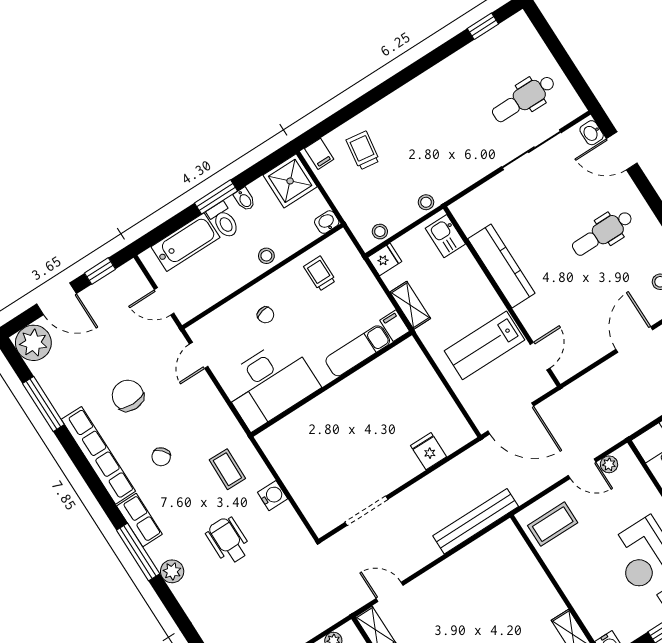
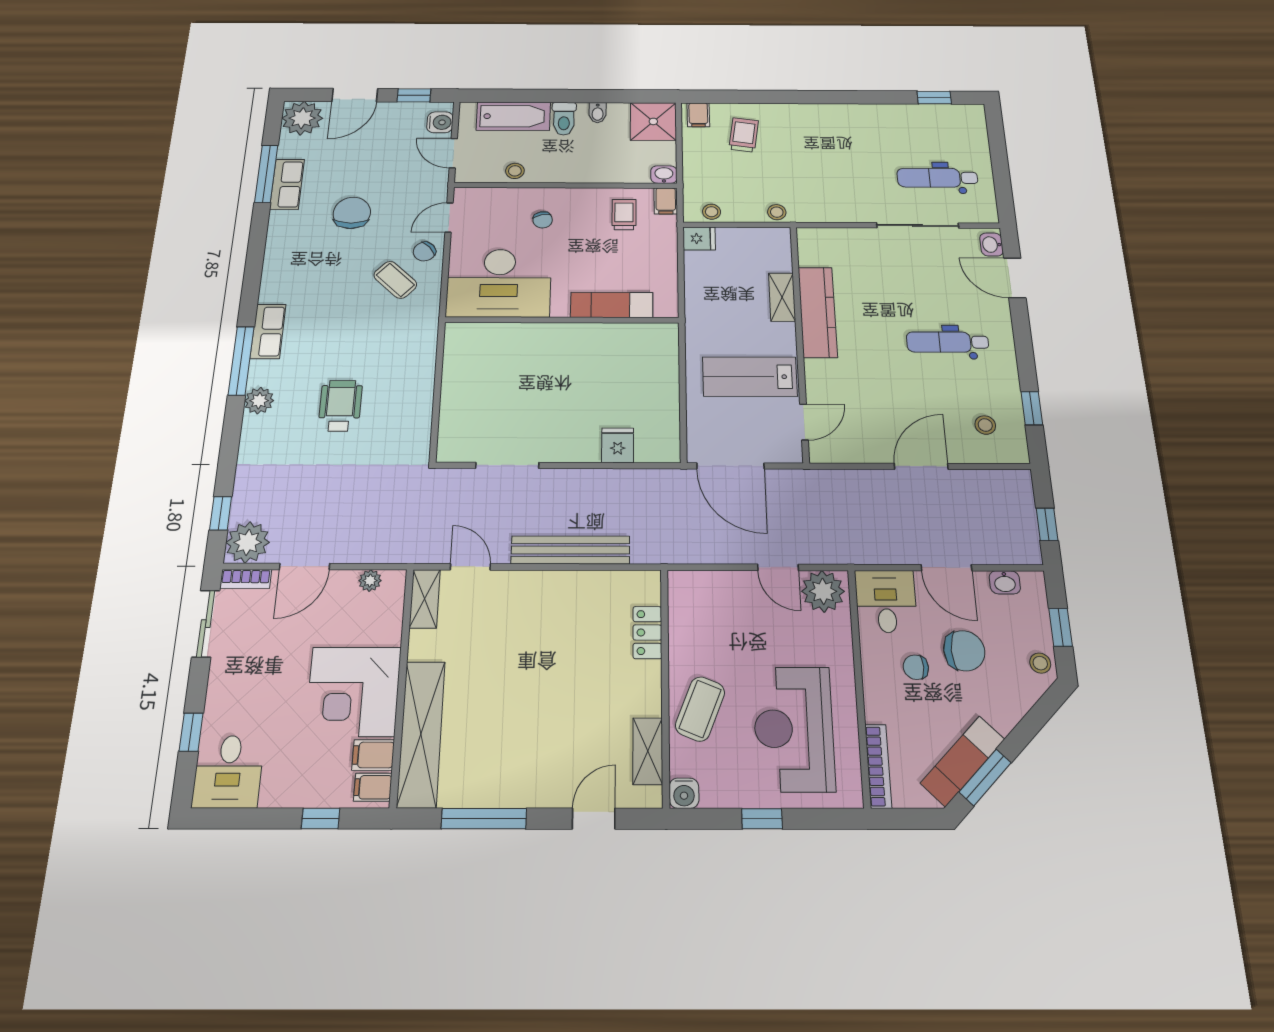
window: (216, 197) -> (572, 96), removed
kitchen sink: (445, 236) -> (776, 253), removed
stool: (266, 256) -> (515, 171), moved
door: (57, 299) -> (355, 95), hinge flipped
shelving: (410, 305) -> (782, 297), moved
filing cabinet: (395, 326) -> (666, 201), moved, turned 180
row of seats: (98, 455) -> (287, 184), moved, width x0.50
chair: (161, 457) -> (424, 252), moved
plant: (609, 464) -> (823, 591), width x1.88, depth x1.88
coffee table: (227, 469) -> (395, 280), moved, turned -48
water cooler: (273, 496) -> (440, 122), moved
bench: (476, 521) -> (570, 550), moved
coffee table: (553, 524) -> (700, 709), moved, turned -68
locker: (527, 563) -> (647, 632), added

